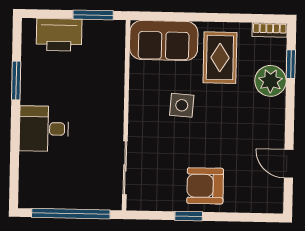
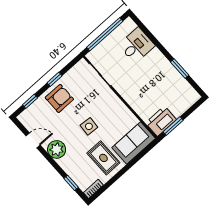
printer: (59, 35) -> (161, 121), moved
plant: (270, 81) -> (57, 149), moved
side table: (182, 105) -> (89, 126), moved
desk: (44, 129) -> (137, 45), moved
window: (246, 217) -> (30, 101), added

